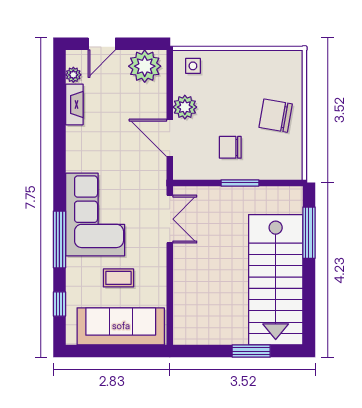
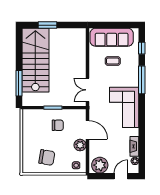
chair: (276, 116) -> (47, 157), moved
corner sofa: (95, 214) -> (124, 107), moved

